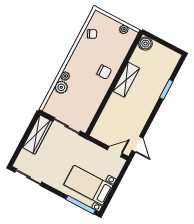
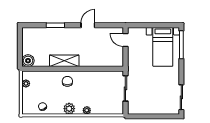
plant: (61, 87) -> (69, 109), moved
wardrobe: (37, 134) -> (144, 108), removed
door: (137, 144) -> (88, 25), moved

